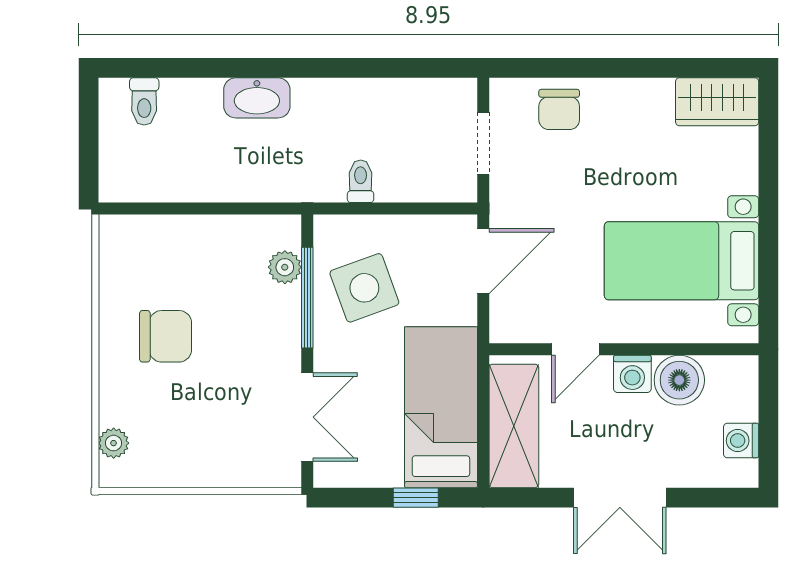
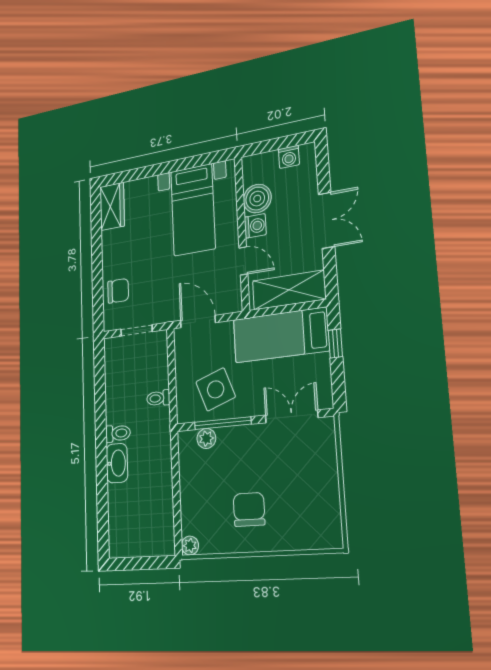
toilet: (144, 101) -> (118, 433), moved
plant: (114, 443) -> (190, 546), moved

